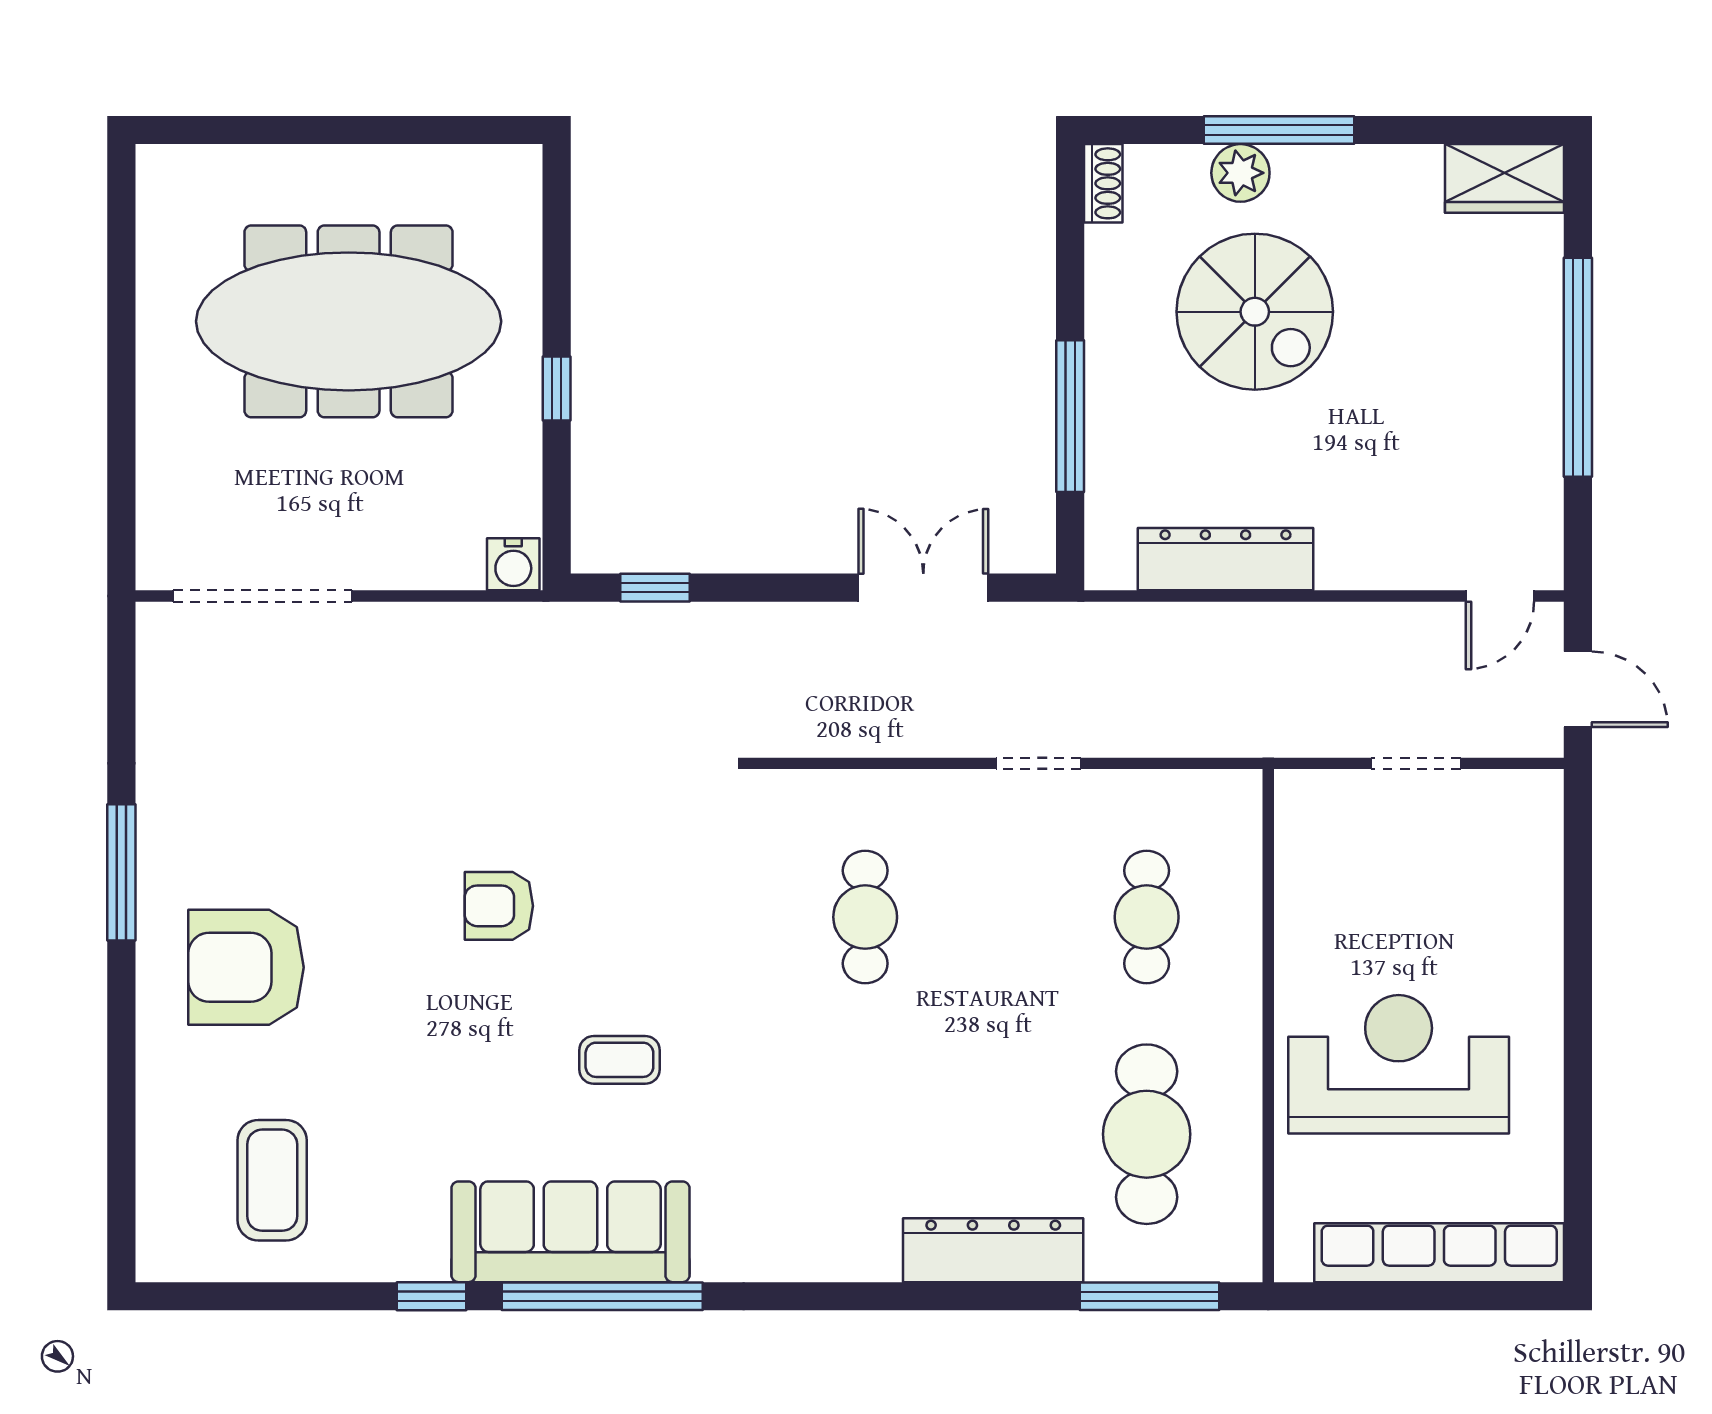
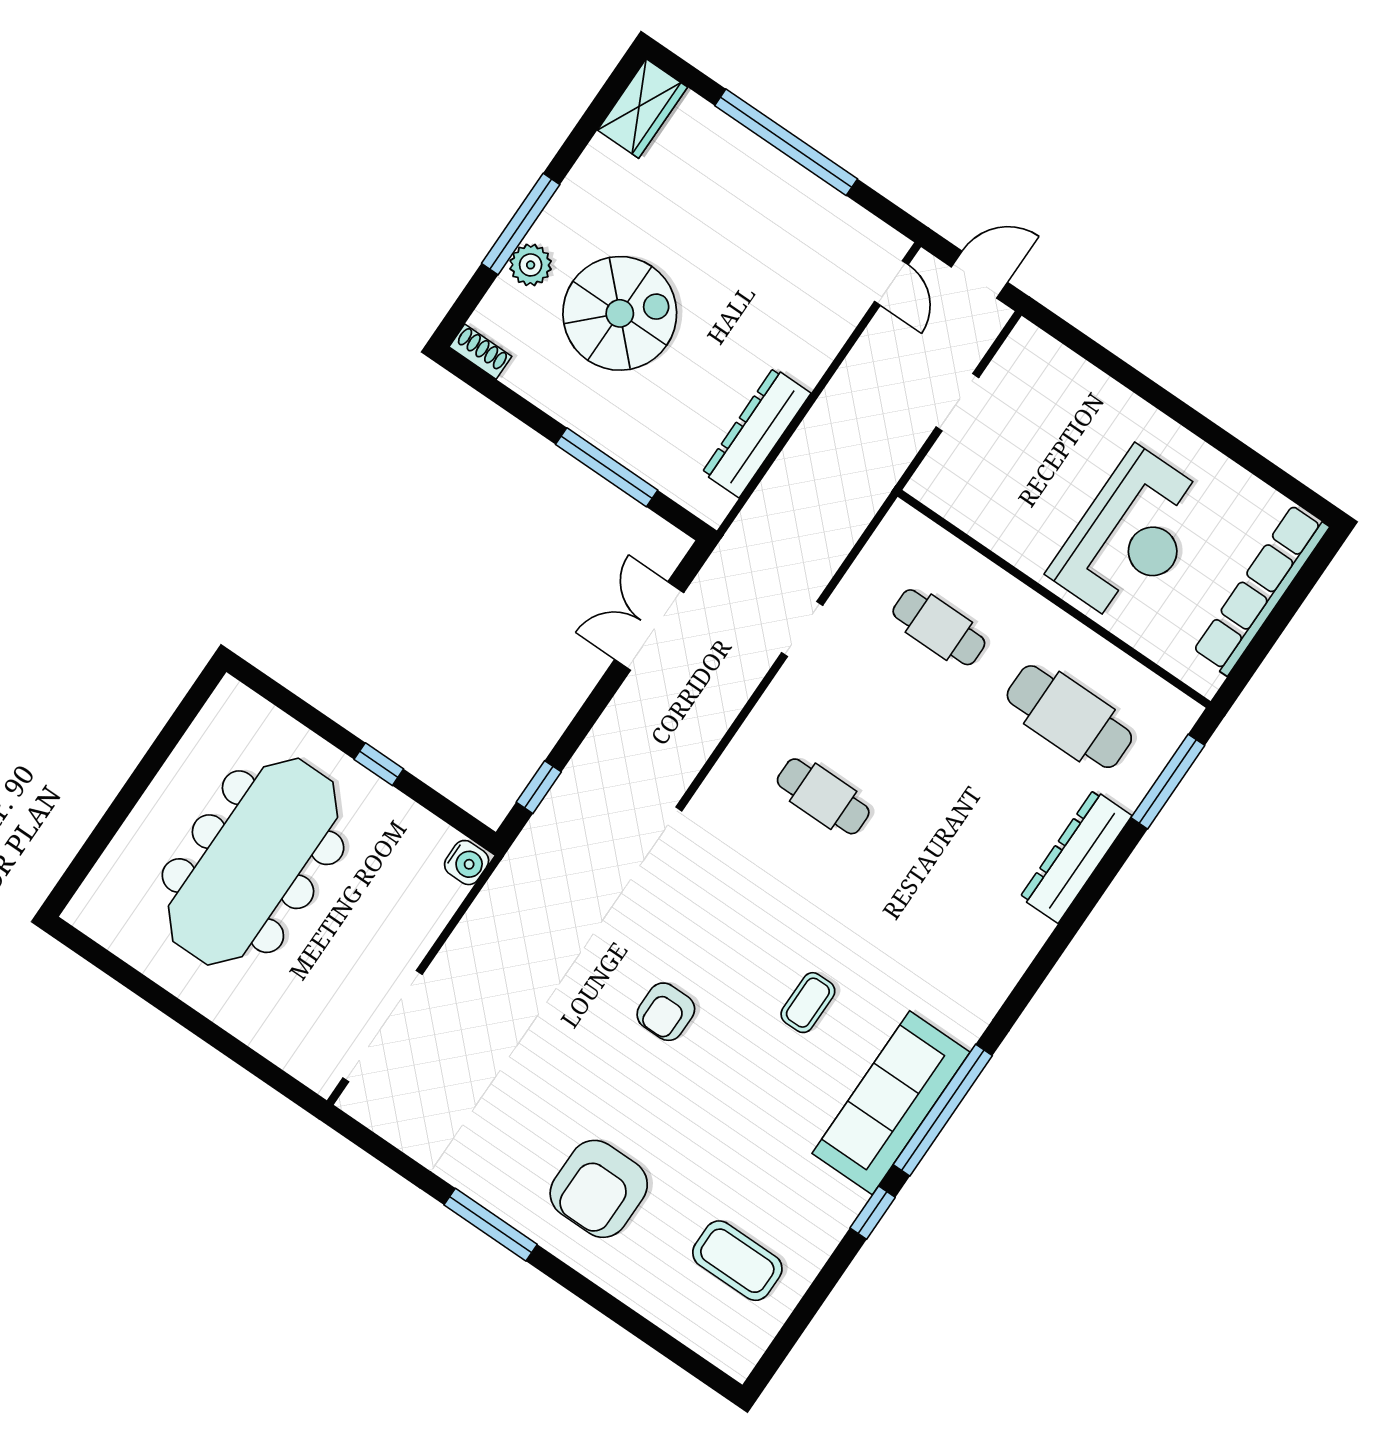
reception desk: (1399, 1064) -> (1131, 537), turned 180

